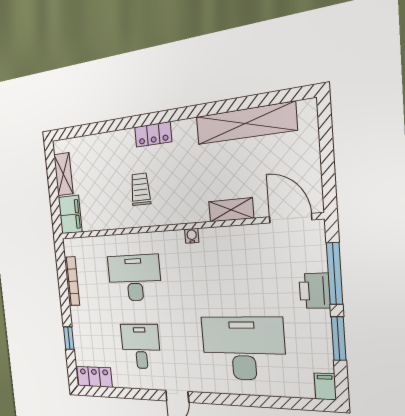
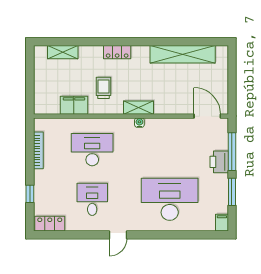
shelving: (63, 174) -> (63, 52), moved, turned 90
shelving: (231, 210) -> (138, 108), moved
filing cabinet: (70, 215) -> (74, 105), moved, turned -90

